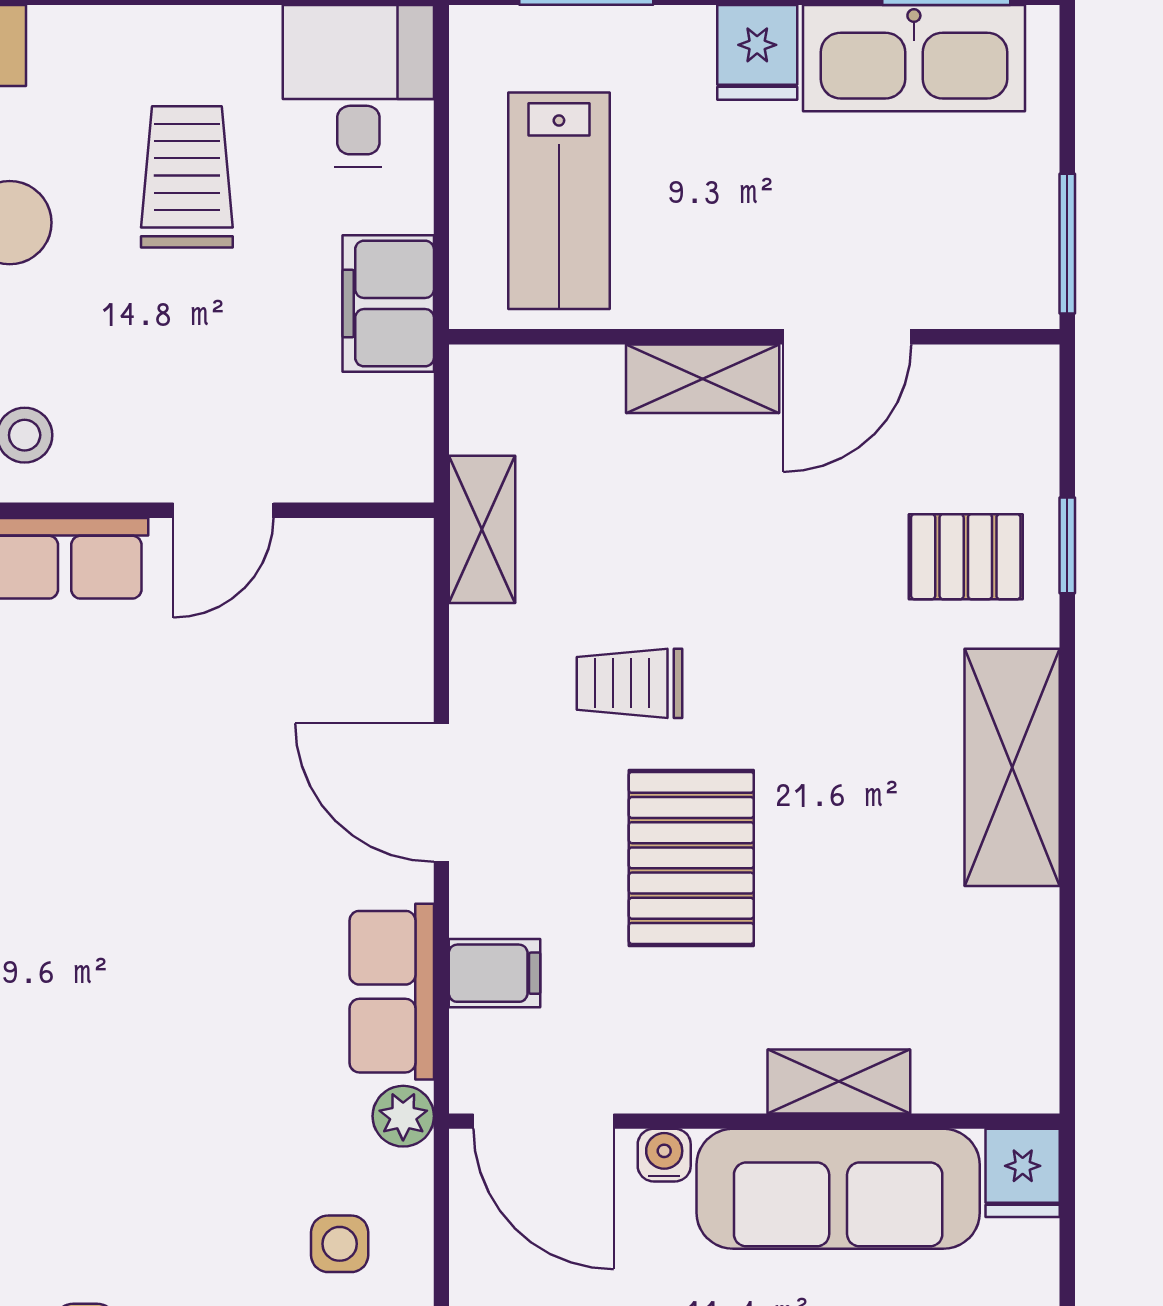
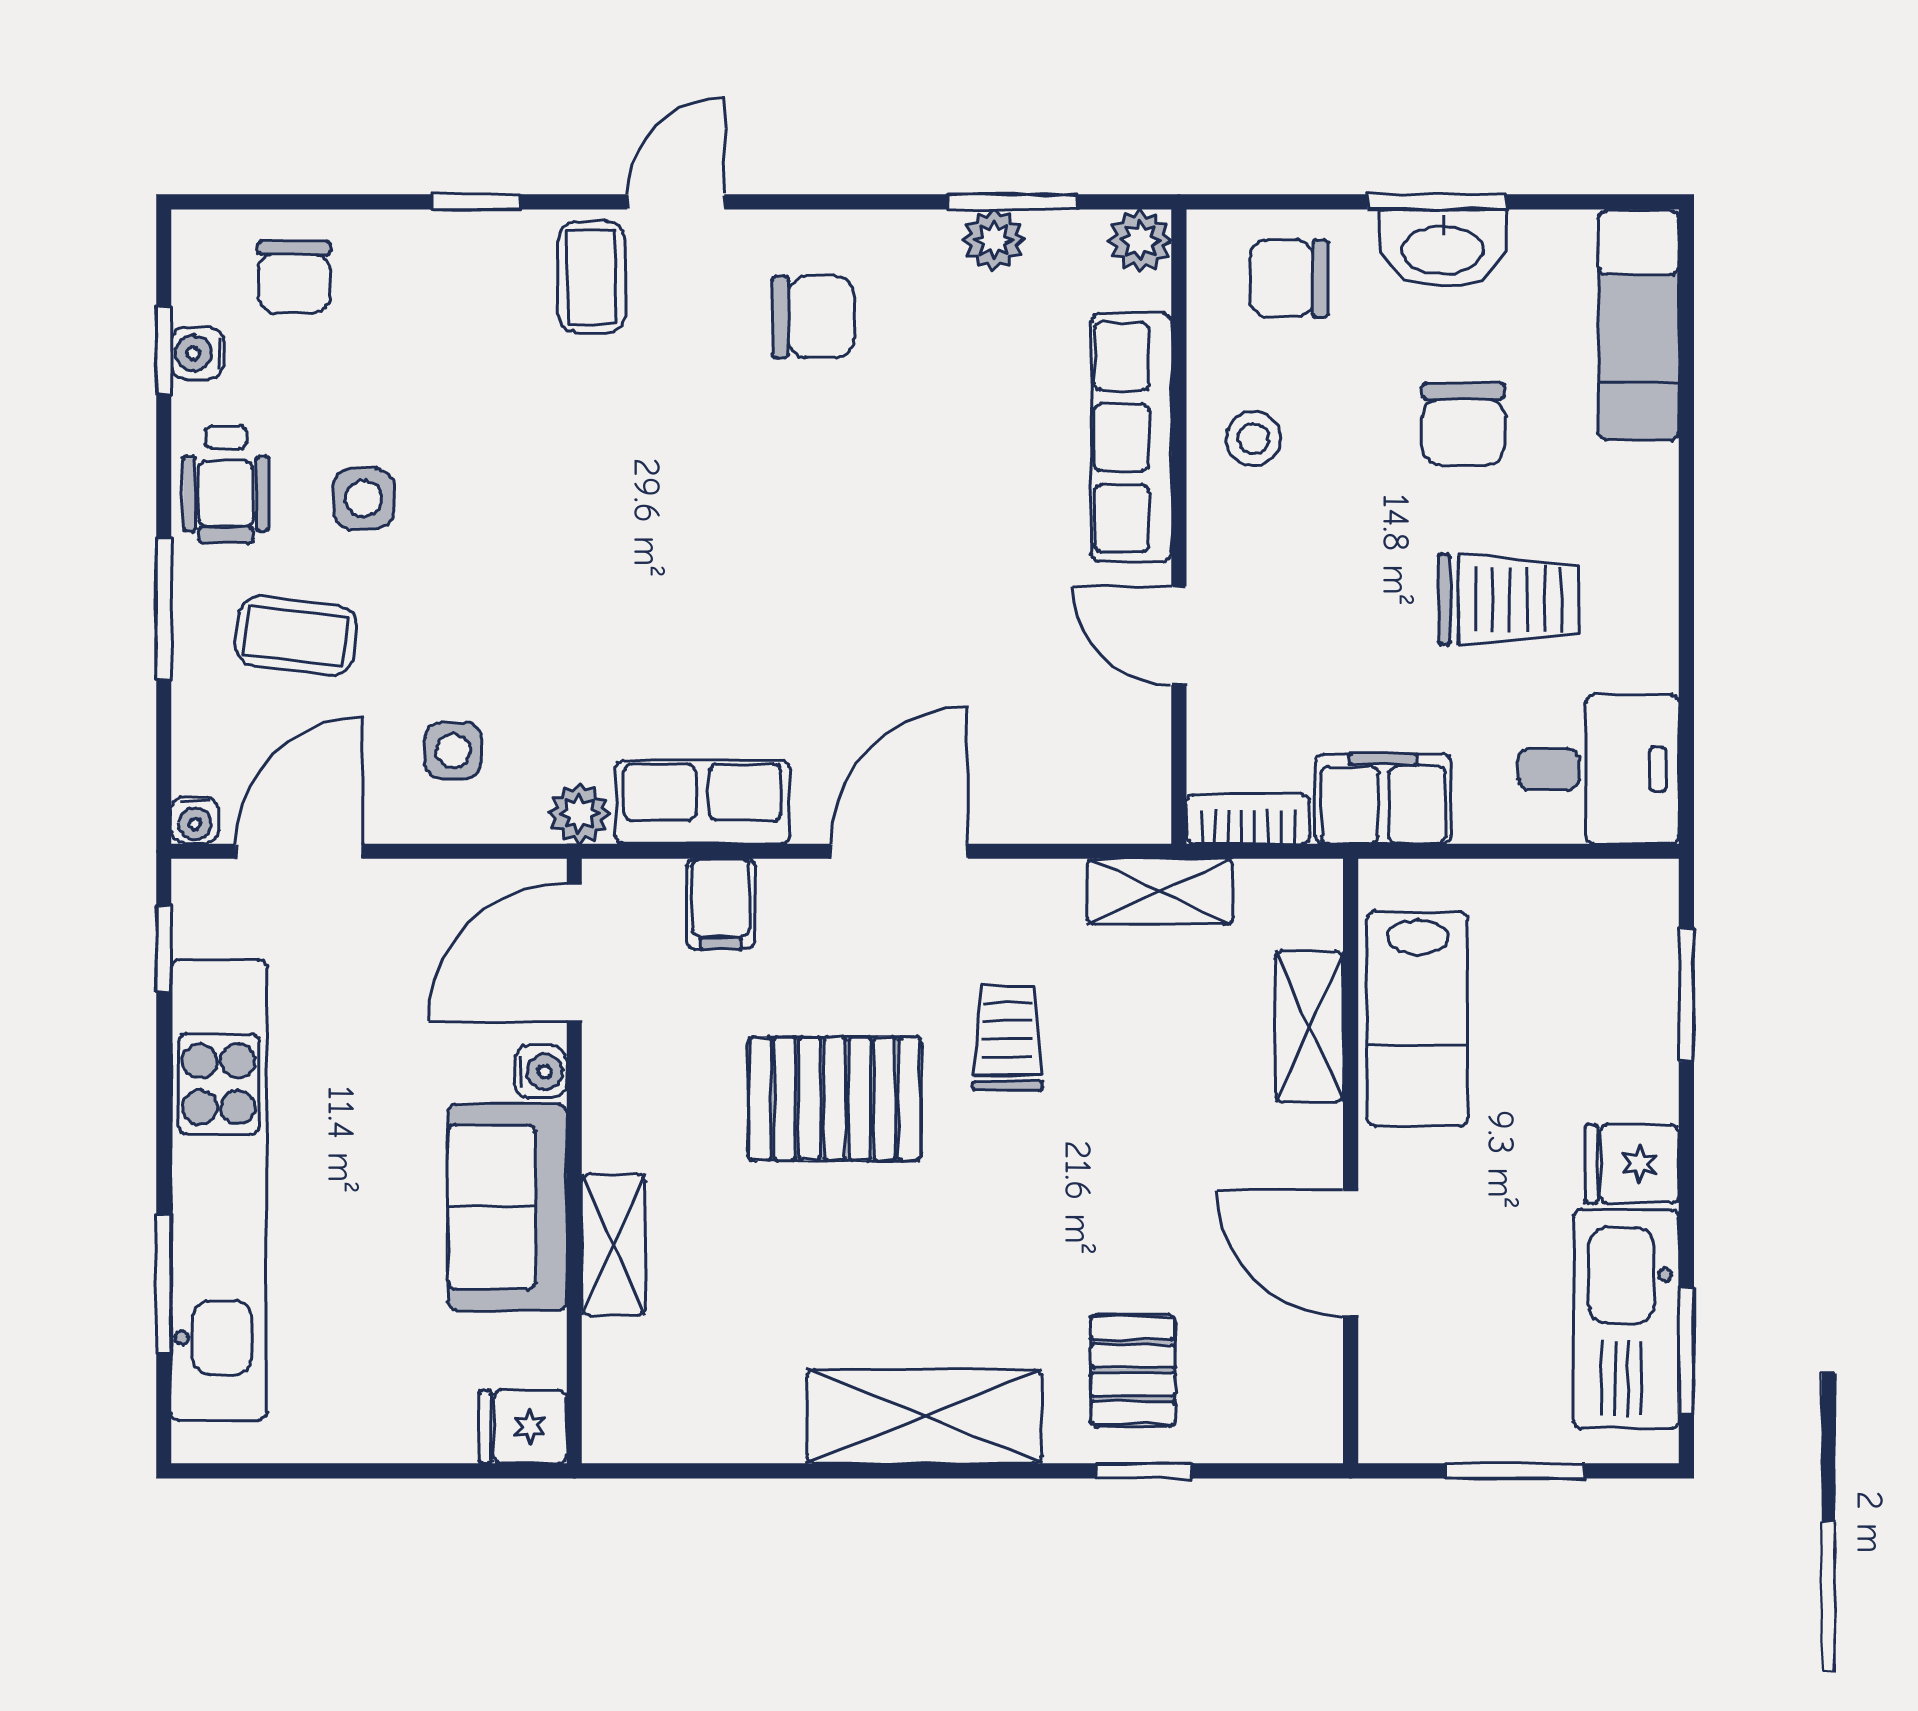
lab bench: (559, 201) -> (1418, 1019), moved, turned -90
window: (1067, 244) -> (1515, 1471), moved
shelving: (703, 379) -> (1309, 1026), moved
bookcase: (409, 440) -> (1248, 819), added
sofa: (838, 1189) -> (507, 1207), width x0.73

